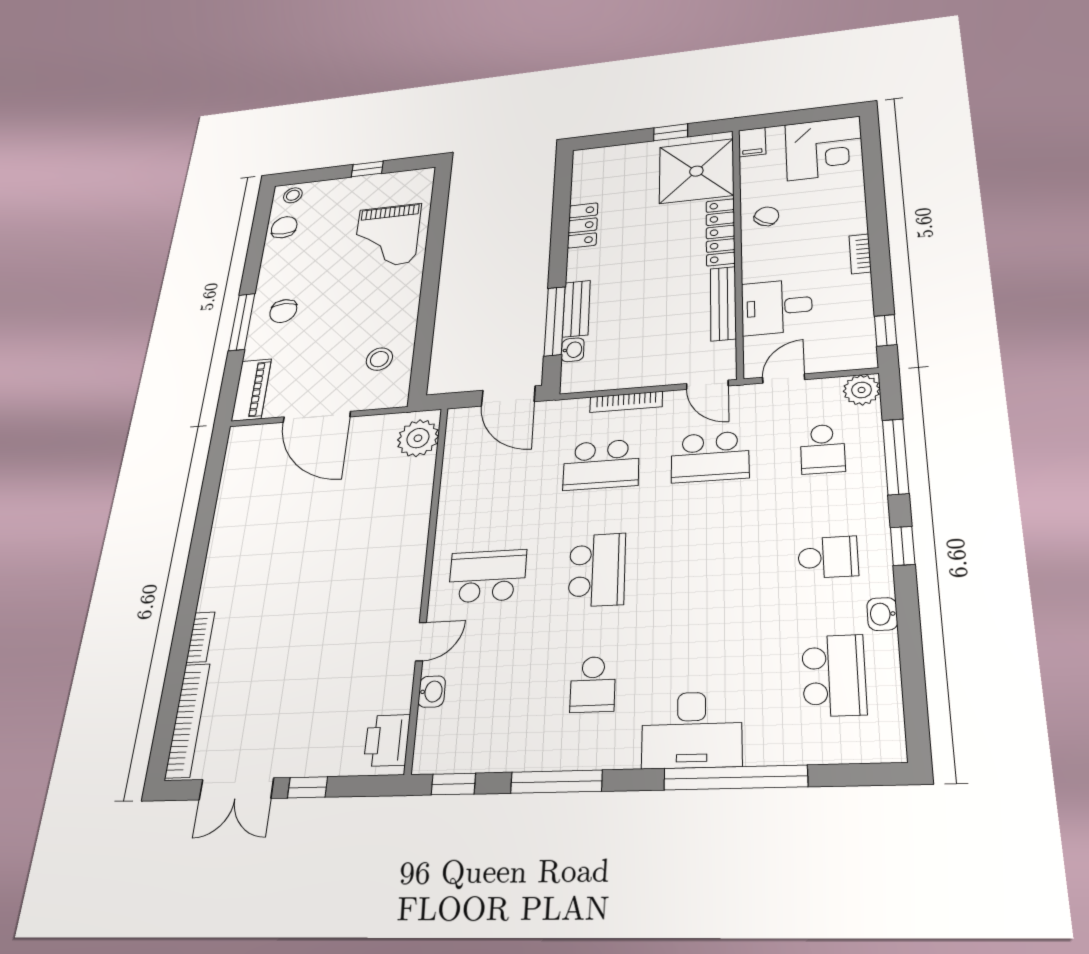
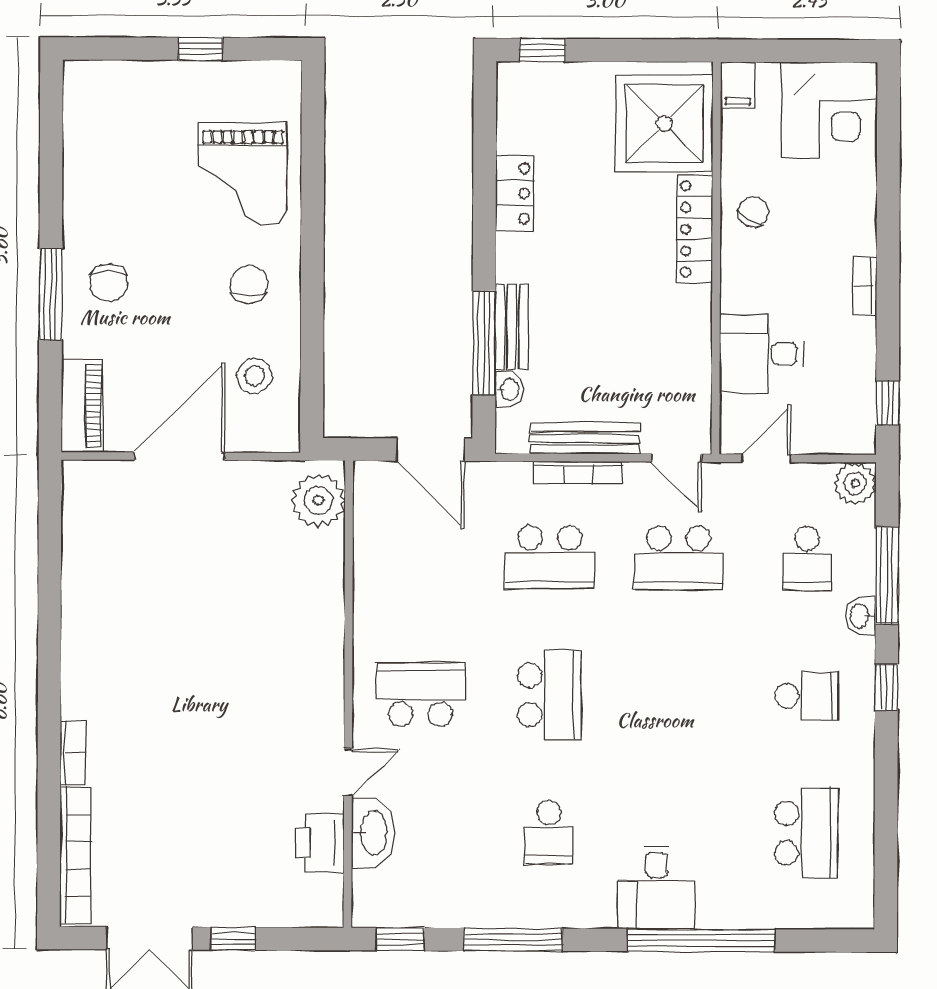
window: (671, 132) -> (542, 50), moved
stool: (293, 195) -> (93, 81), removed
chair: (284, 227) -> (249, 284), moved
bench: (723, 303) -> (585, 439), moved, turned 90
door: (317, 417) -> (179, 456), swing flipped
washbasin: (882, 614) -> (860, 616), moved
washbasin: (432, 692) -> (373, 833), width x1.91, depth x1.45
desk: (692, 730) -> (656, 888), width x0.73
printer: (387, 740) -> (320, 843), moved

